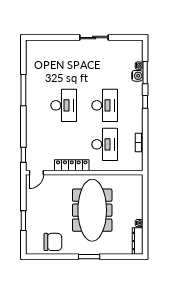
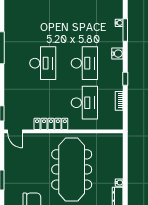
water cooler: (137, 76) -> (117, 54), moved
window: (145, 102) -> (125, 79), moved
door: (36, 173) -> (15, 131), hinge flipped

